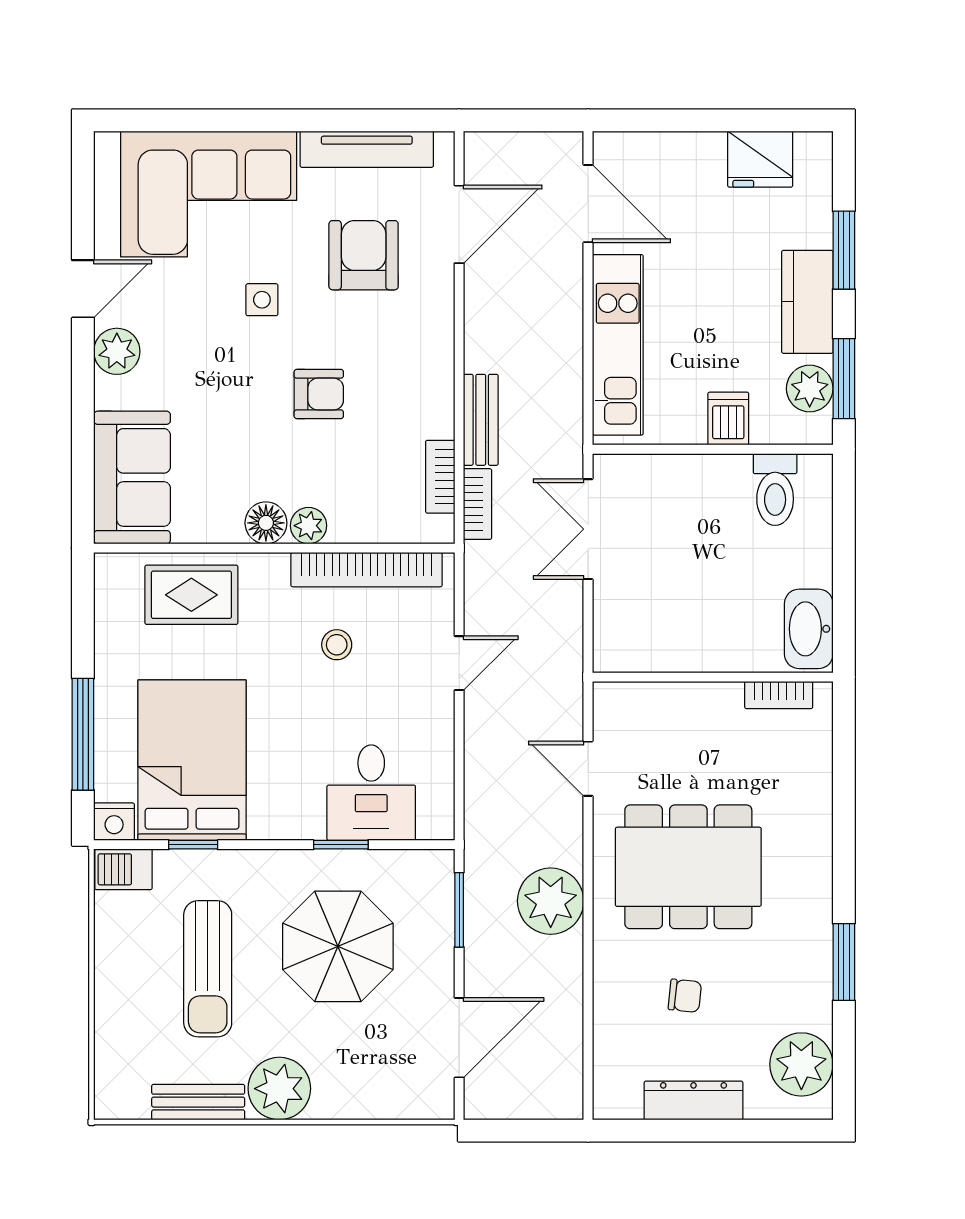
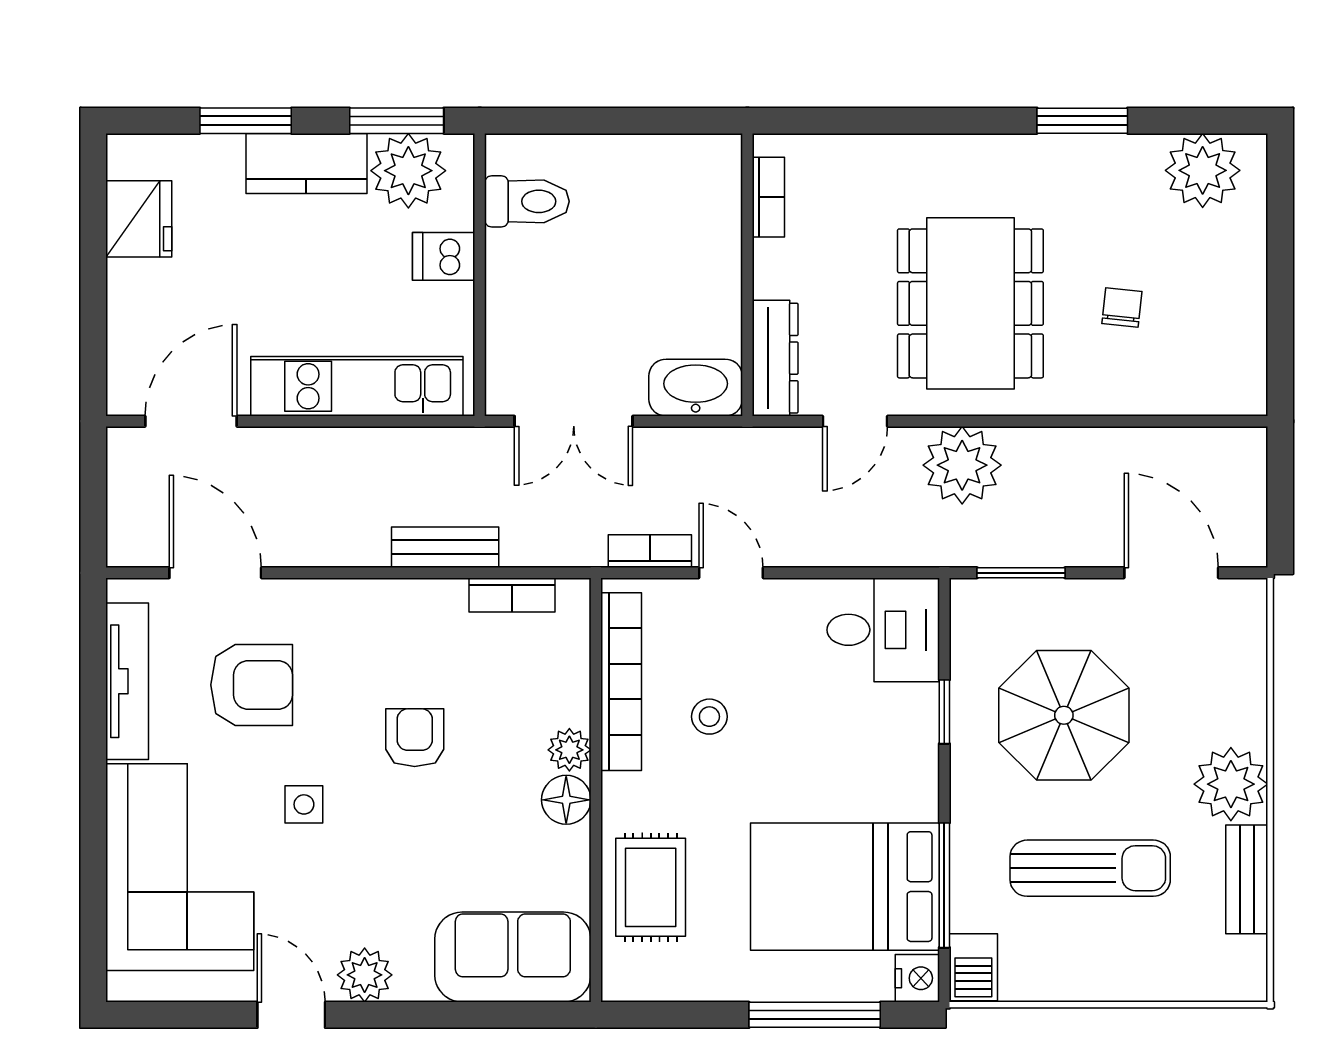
armchair: (364, 255) -> (252, 685), turned 180
plant: (810, 389) -> (408, 171), width x1.36, depth x1.36
bookcase: (478, 504) -> (650, 551), moved
washbasin: (809, 629) -> (696, 388), moved, turned 180
desk: (371, 793) -> (883, 630), moved
window: (193, 845) -> (944, 885), width x2.17
plant: (551, 901) -> (962, 465), moved
dresser: (694, 1100) -> (775, 358), moved, turned 180

